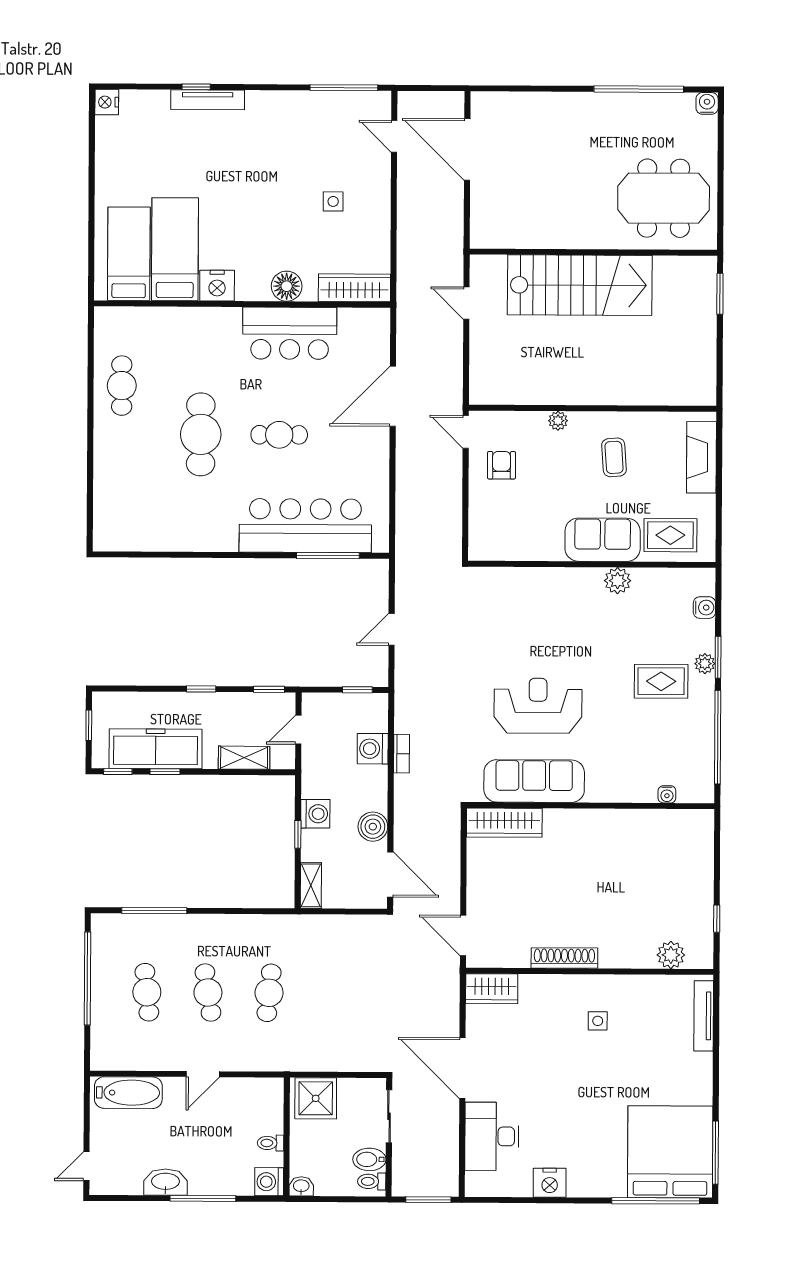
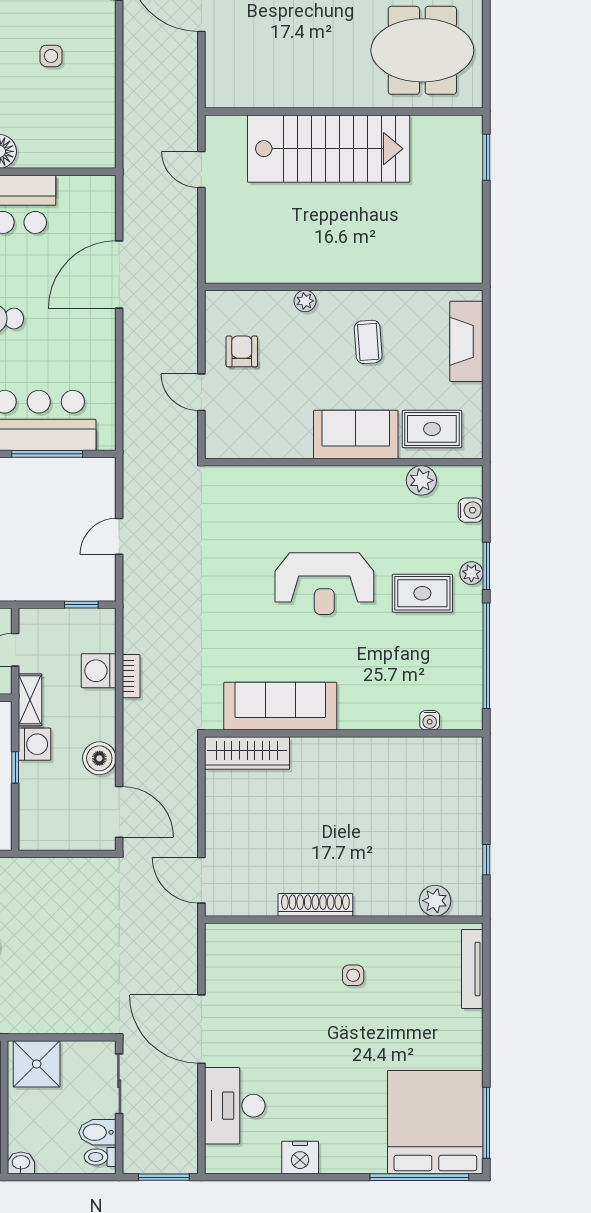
wardrobe: (354, 288) -> (75, 153), removed
door: (466, 432) -> (201, 392), moved
plant: (618, 581) -> (421, 480), moved
reception desk: (538, 706) -> (324, 584), moved, turned 180
shelving: (311, 885) -> (30, 700), moved
wardrobe: (492, 989) -> (234, 940), removed

